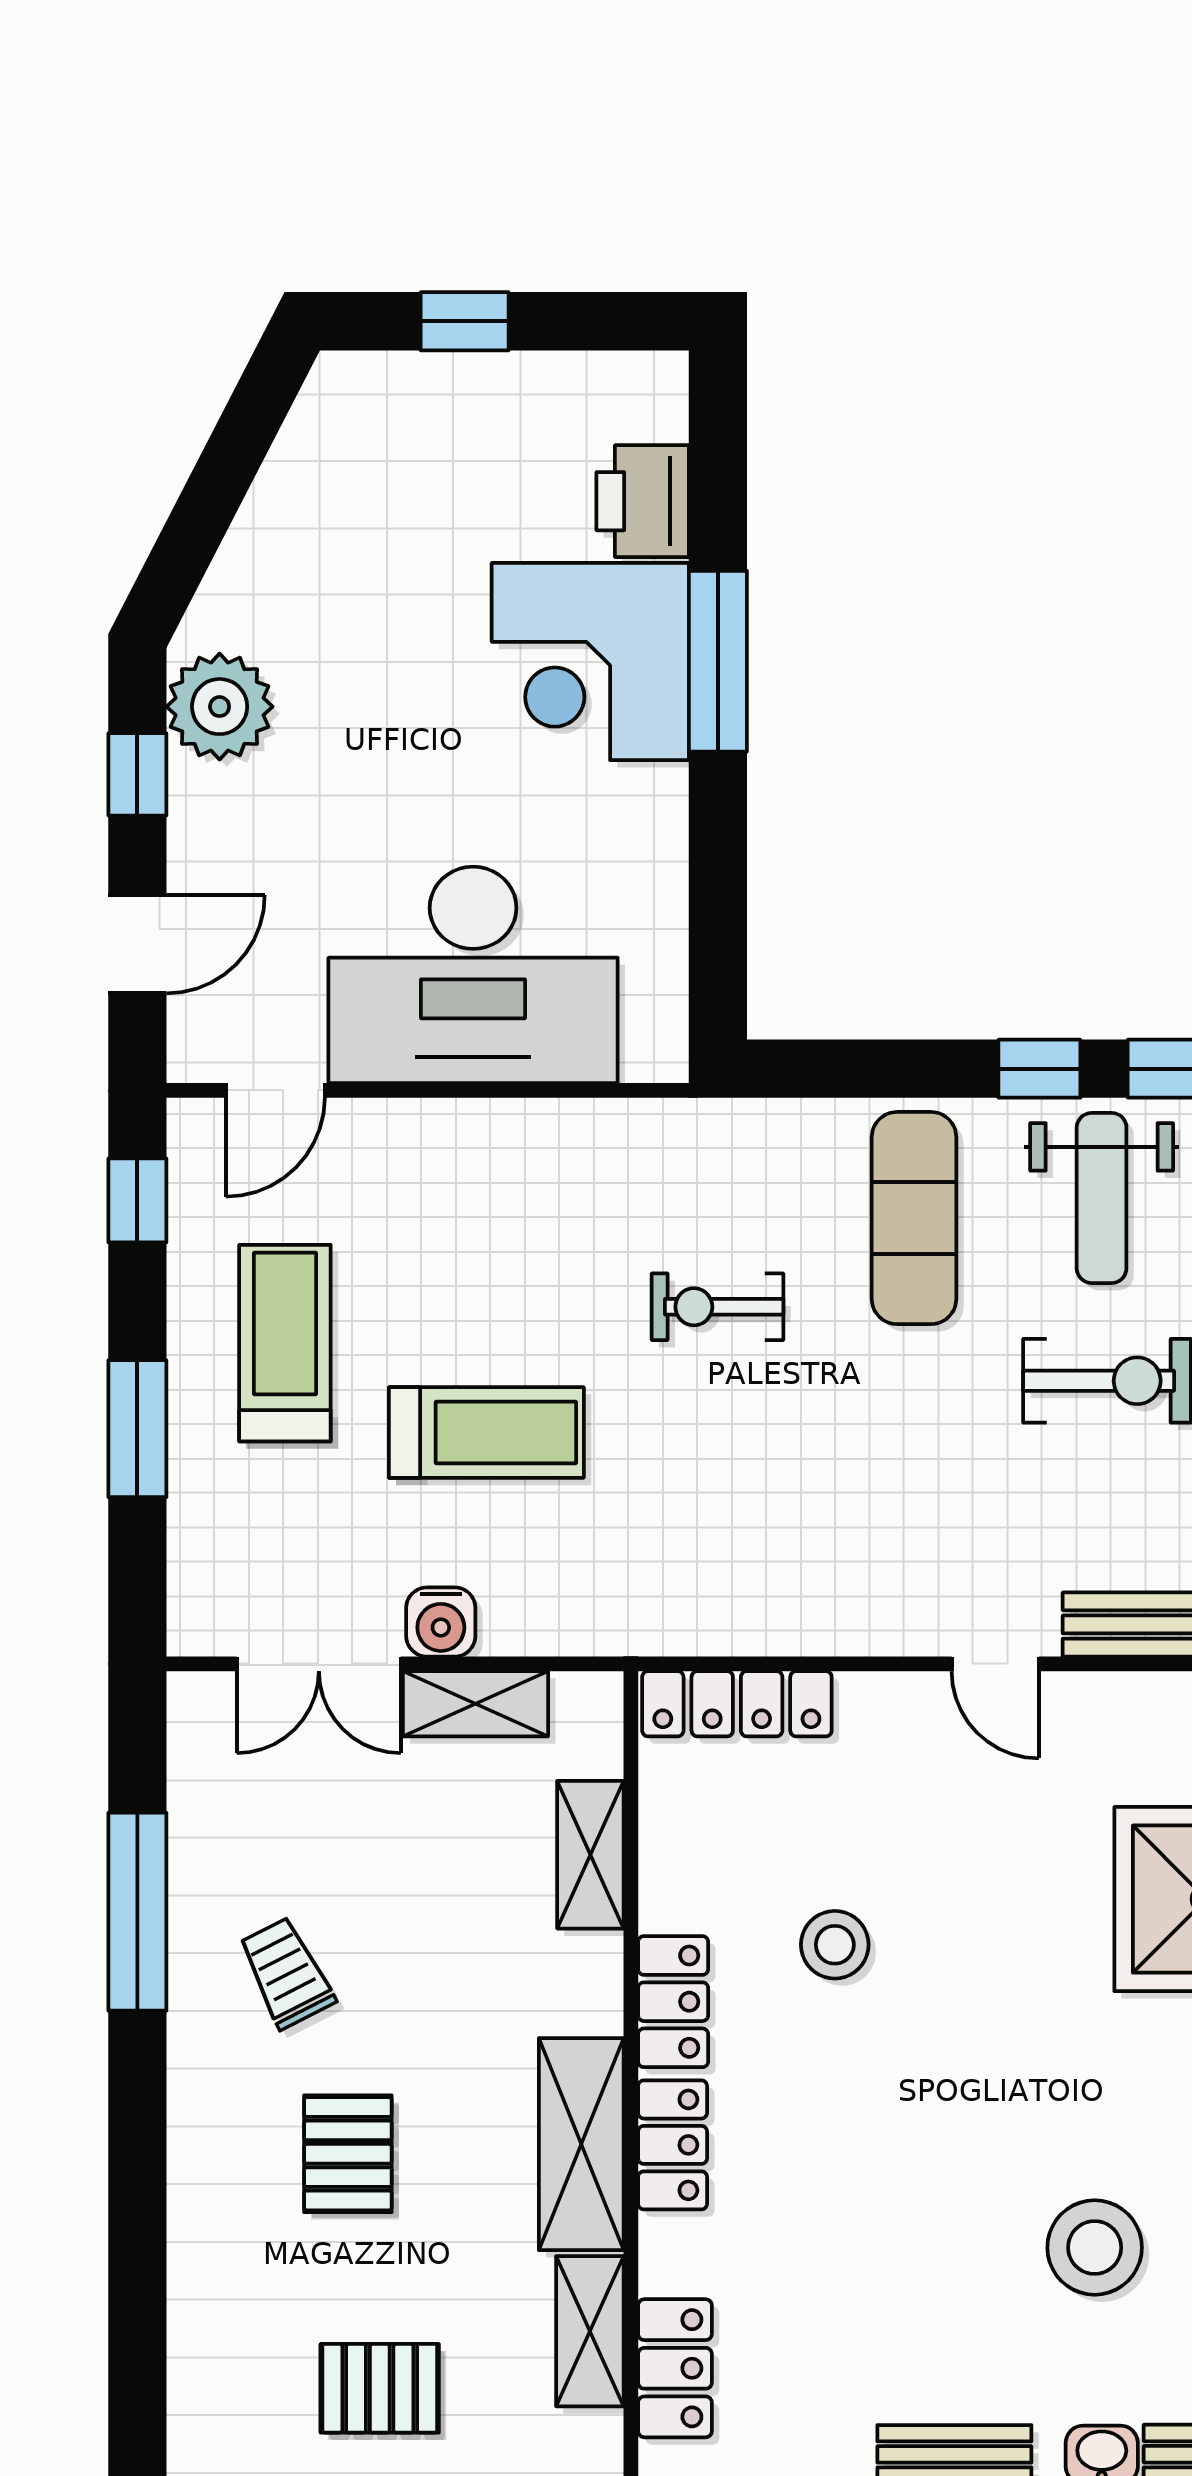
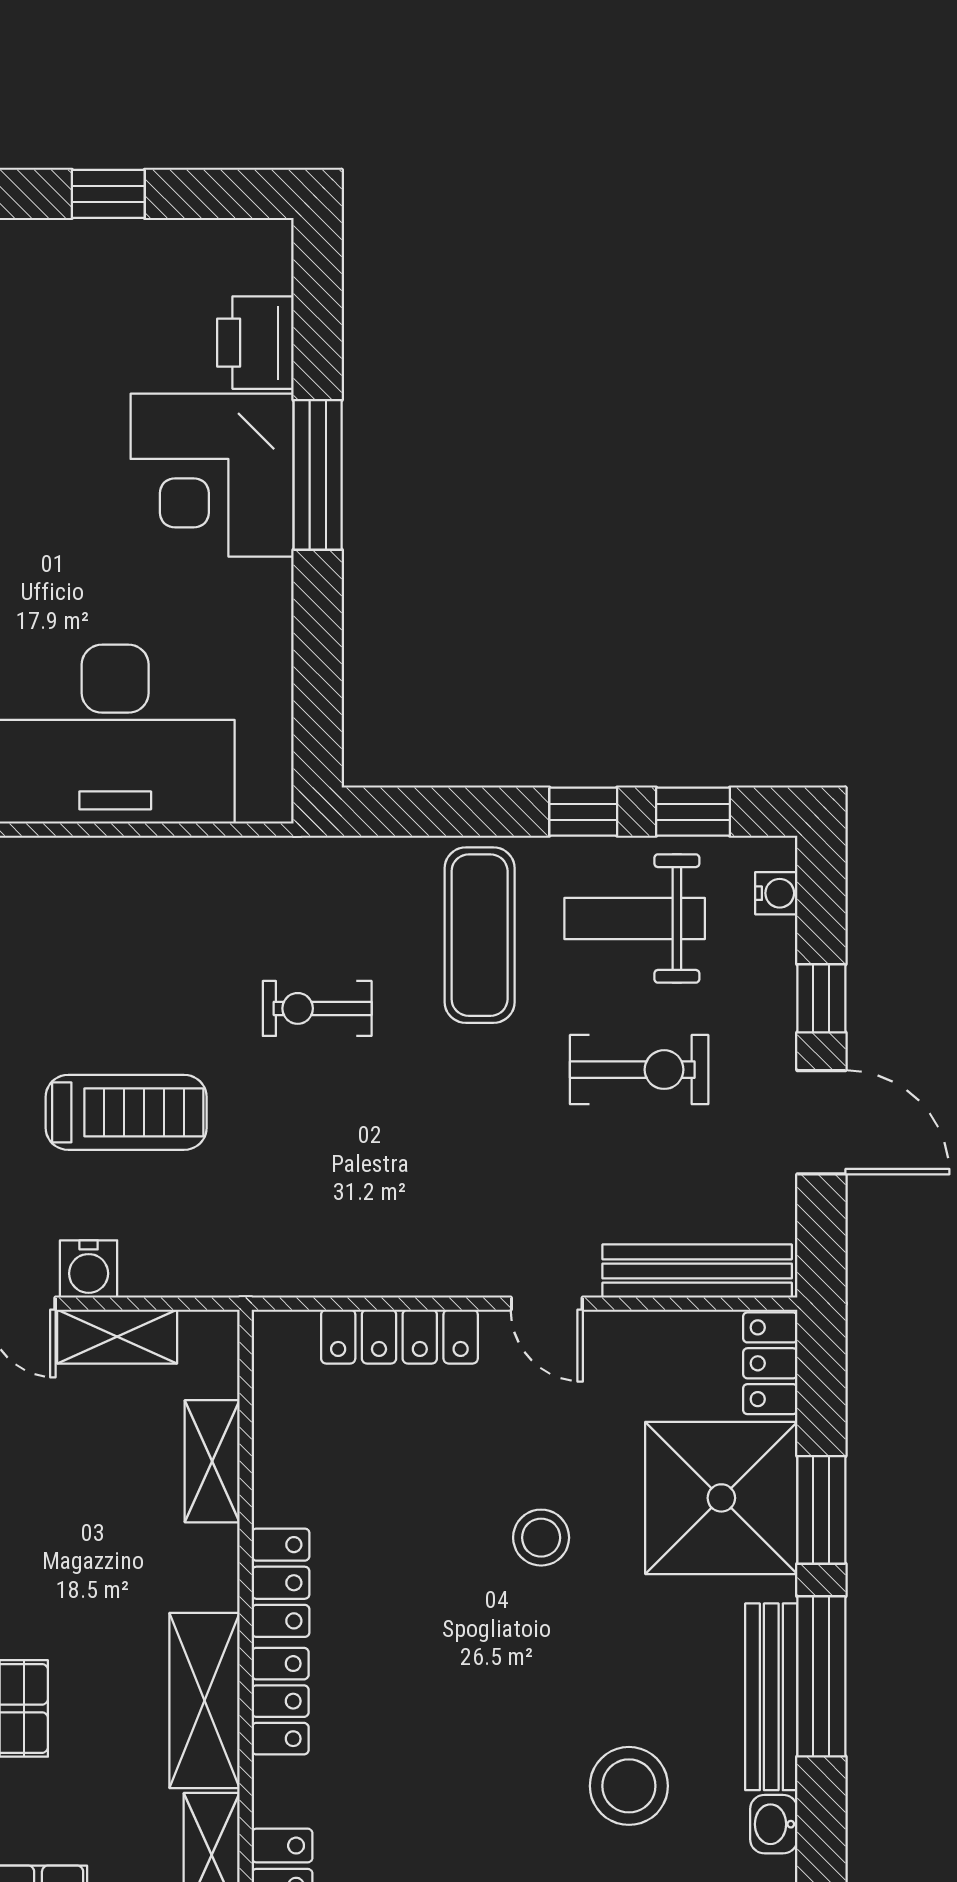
weight bench: (1102, 1198) -> (635, 919), turned 90
locker: (737, 1704) -> (399, 1337), moved
stool: (835, 1945) -> (541, 1538), moved

